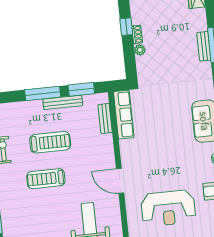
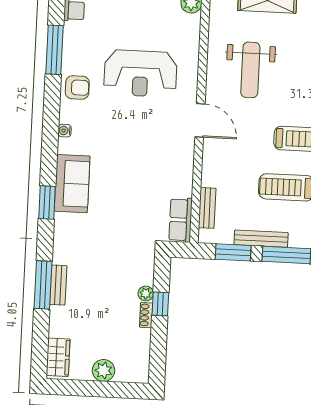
window: (126, 27) -> (160, 304), moved
row of seats: (124, 115) -> (181, 220), width x0.68
reception desk: (168, 208) -> (140, 73), turned 180

